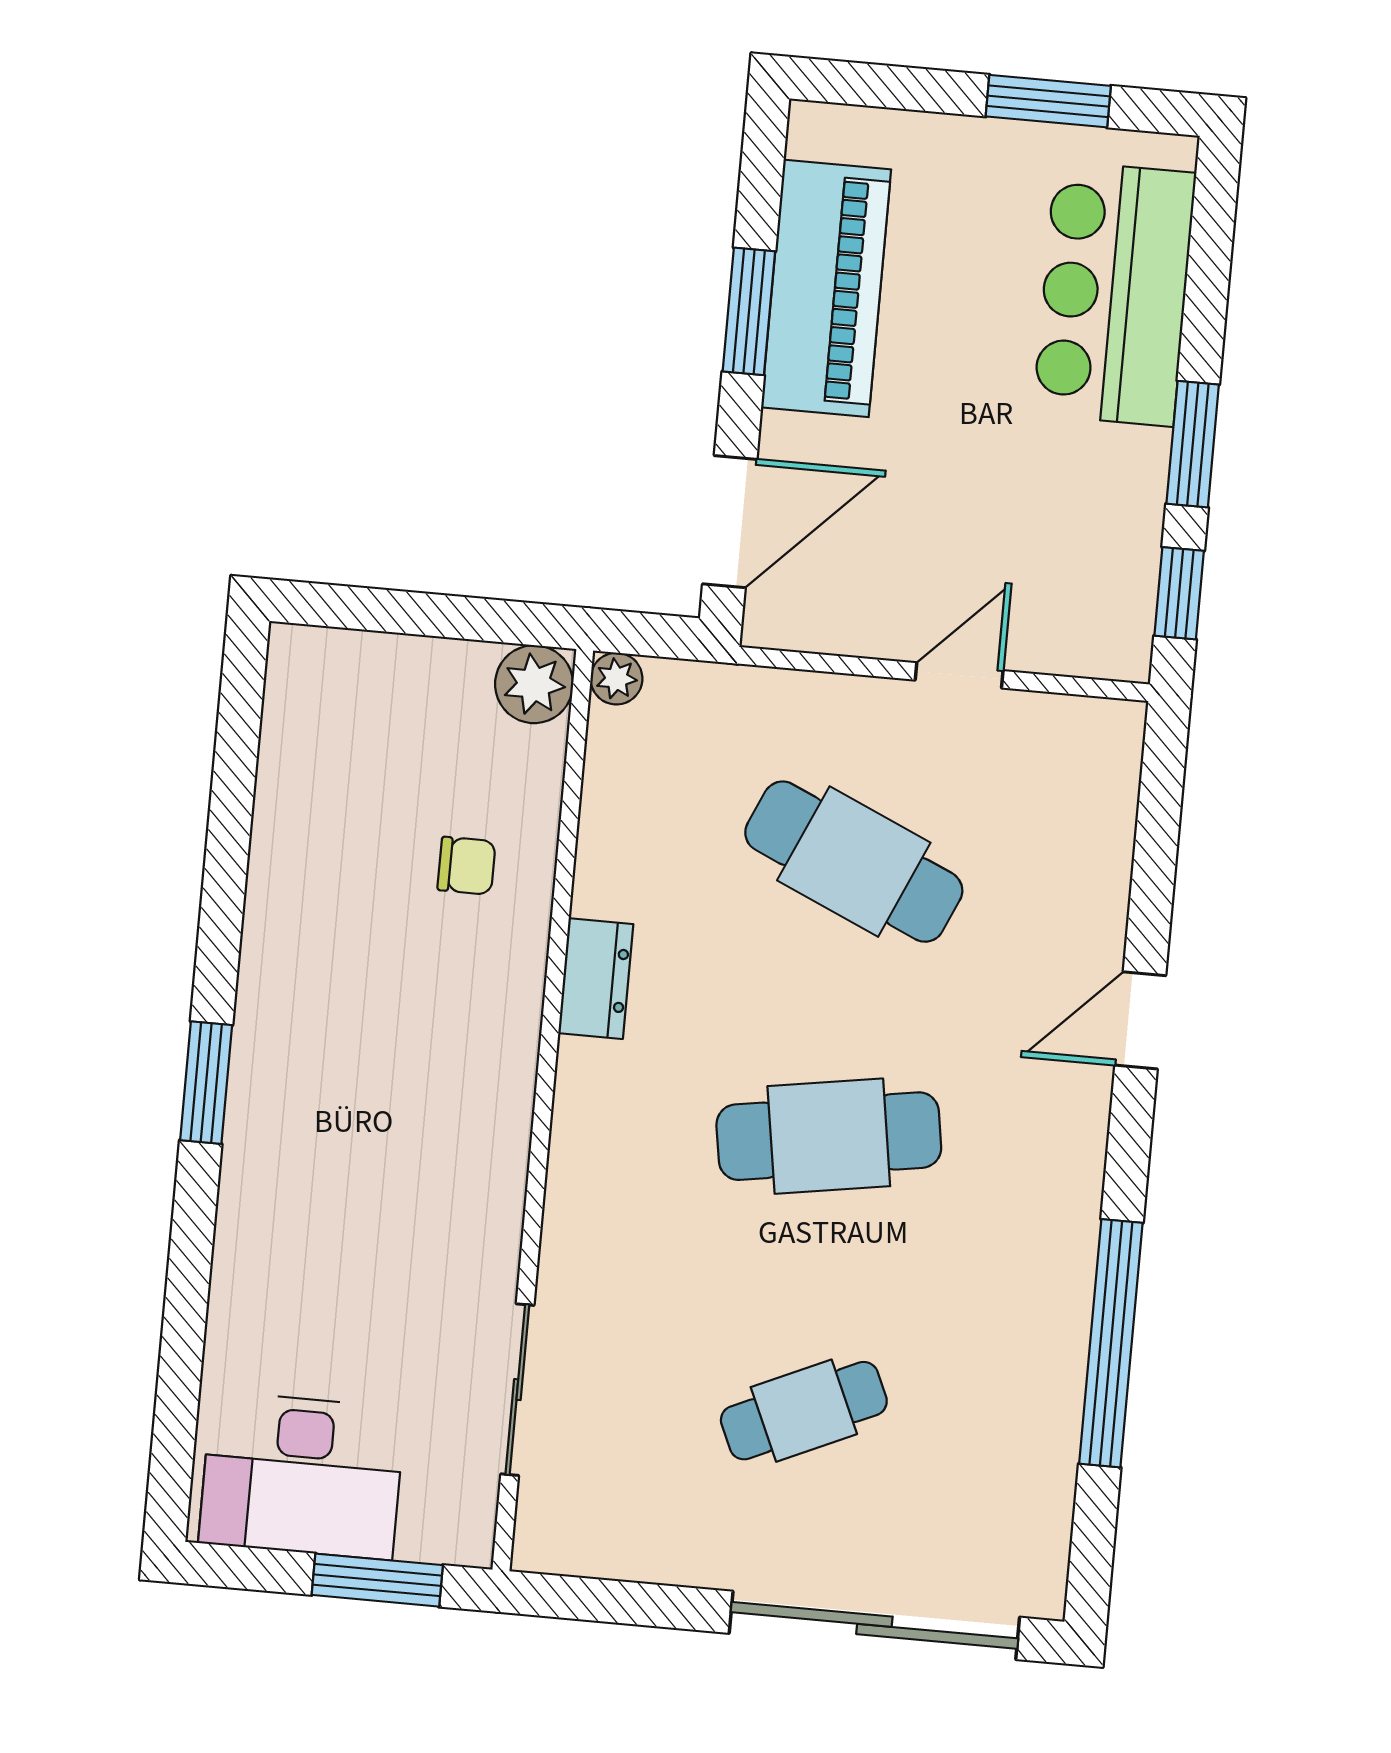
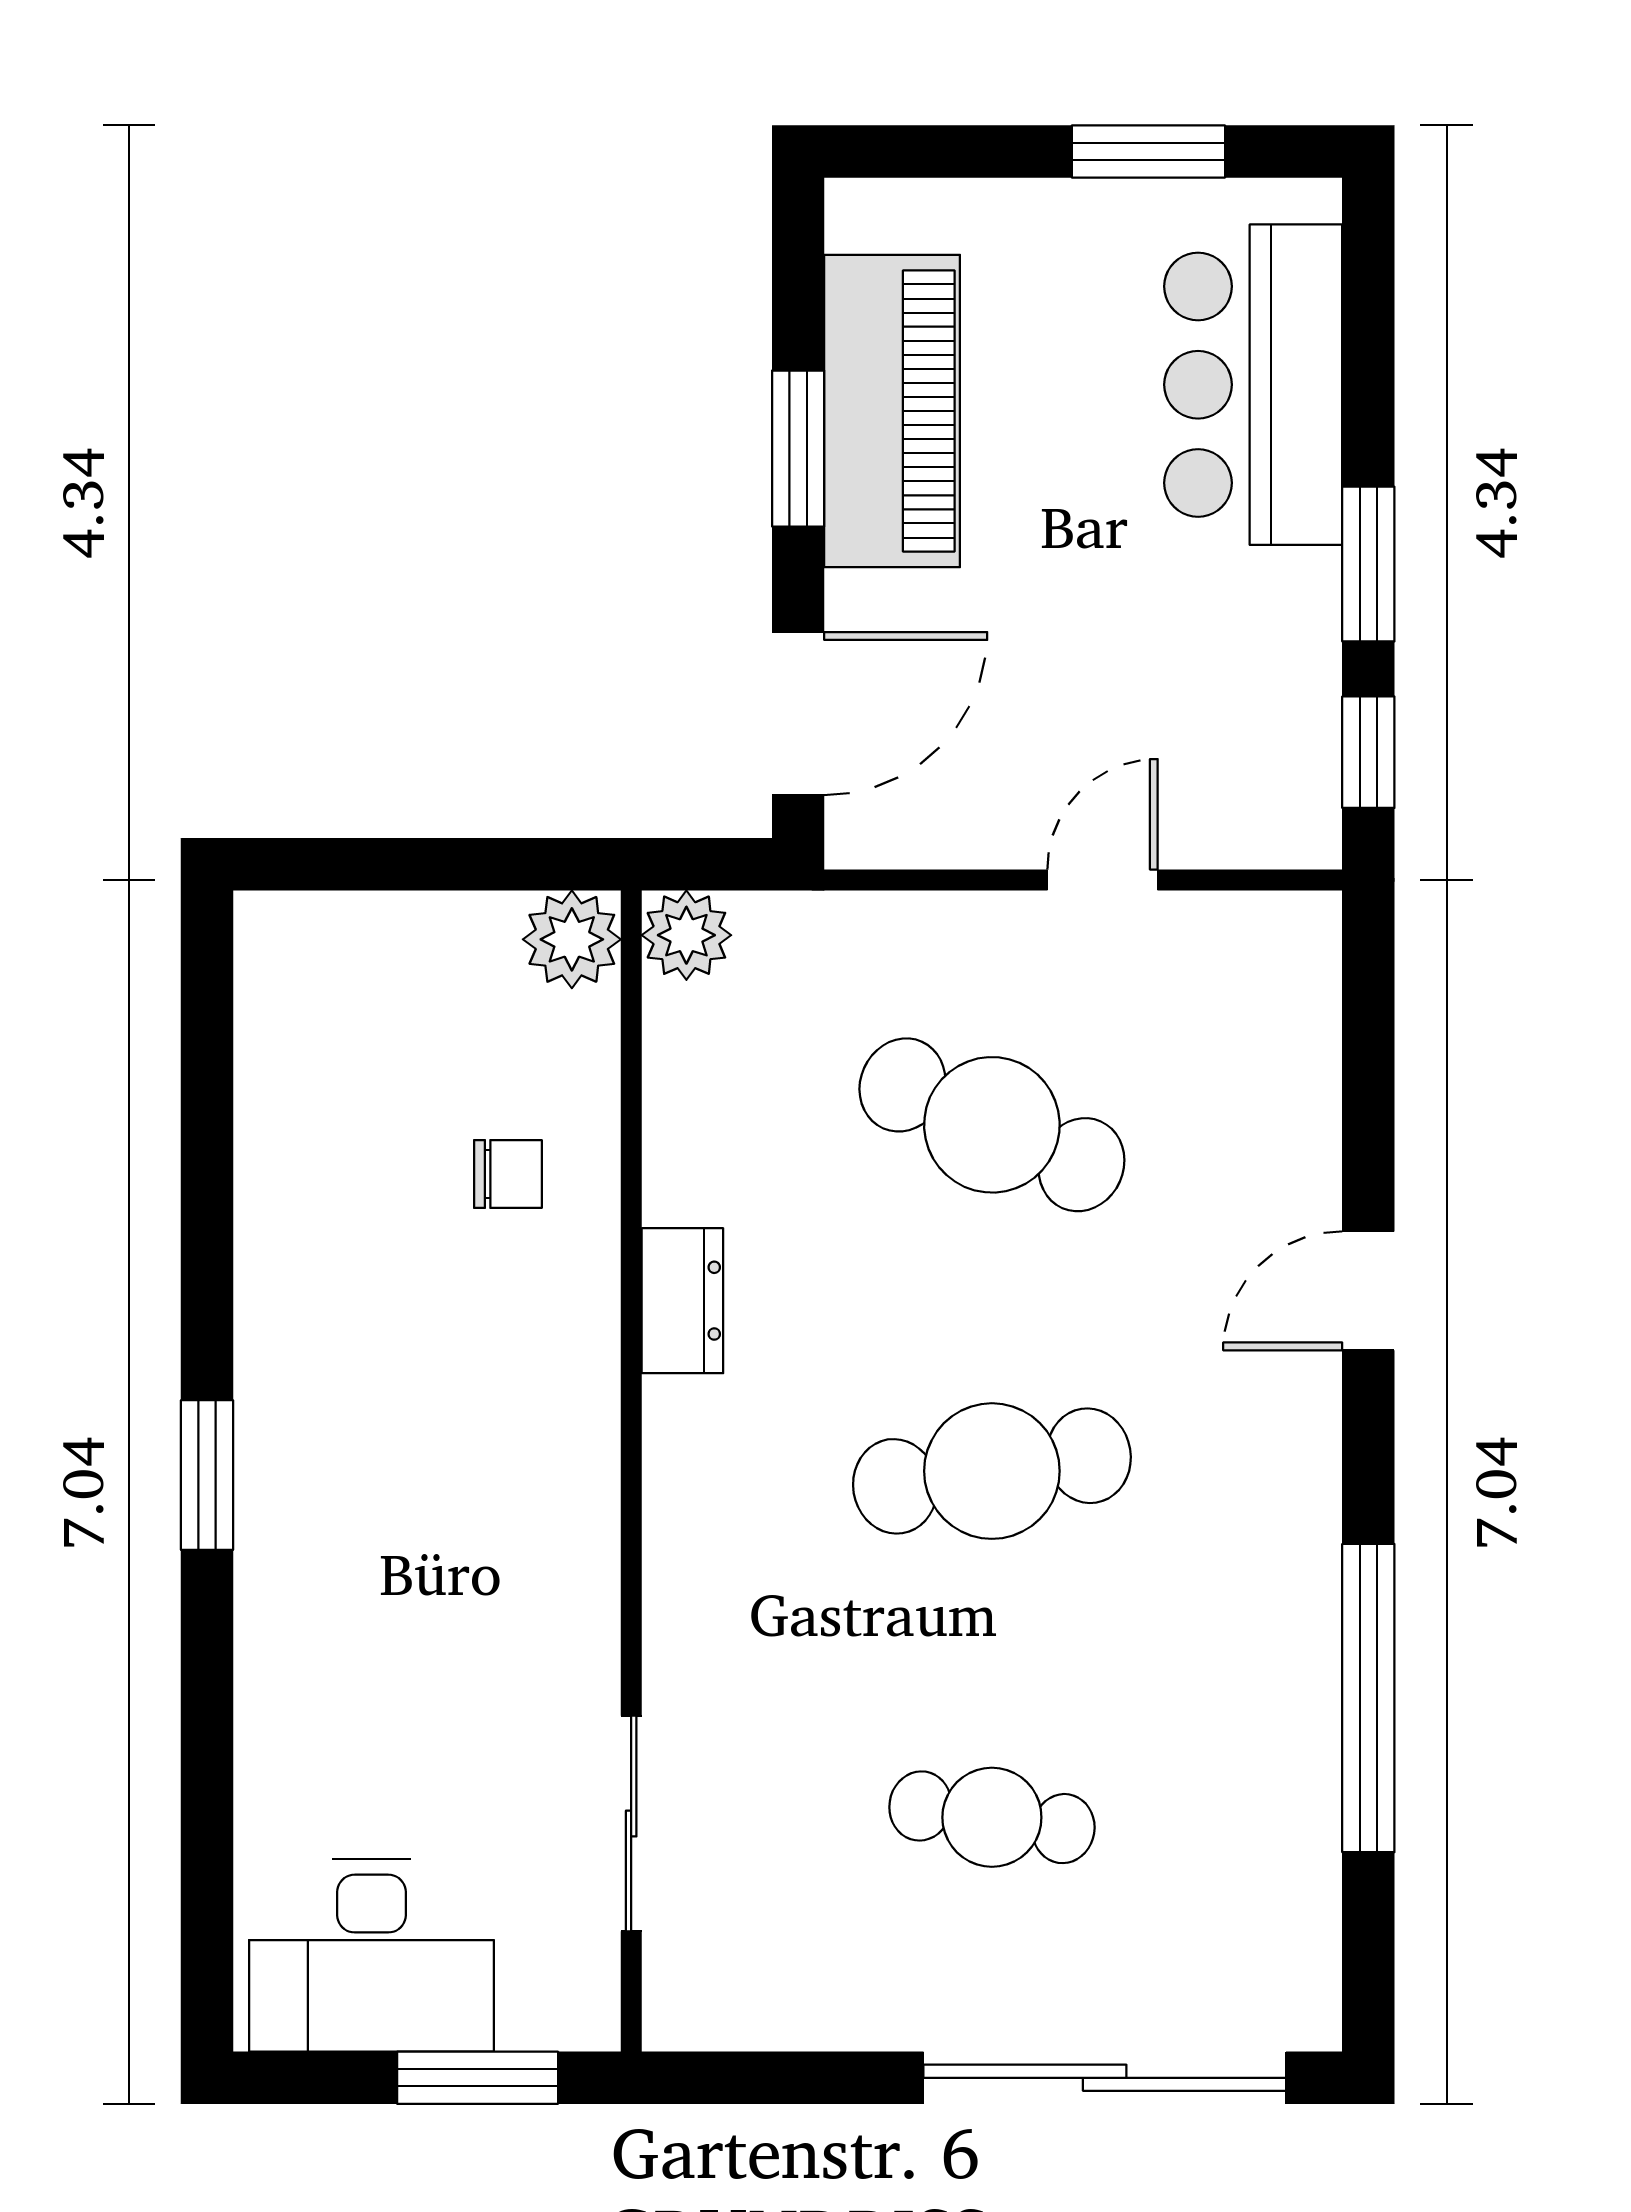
plant: (616, 679) -> (686, 935), width x1.38, depth x1.38
cafe table: (804, 1411) -> (992, 1817), turned 33

